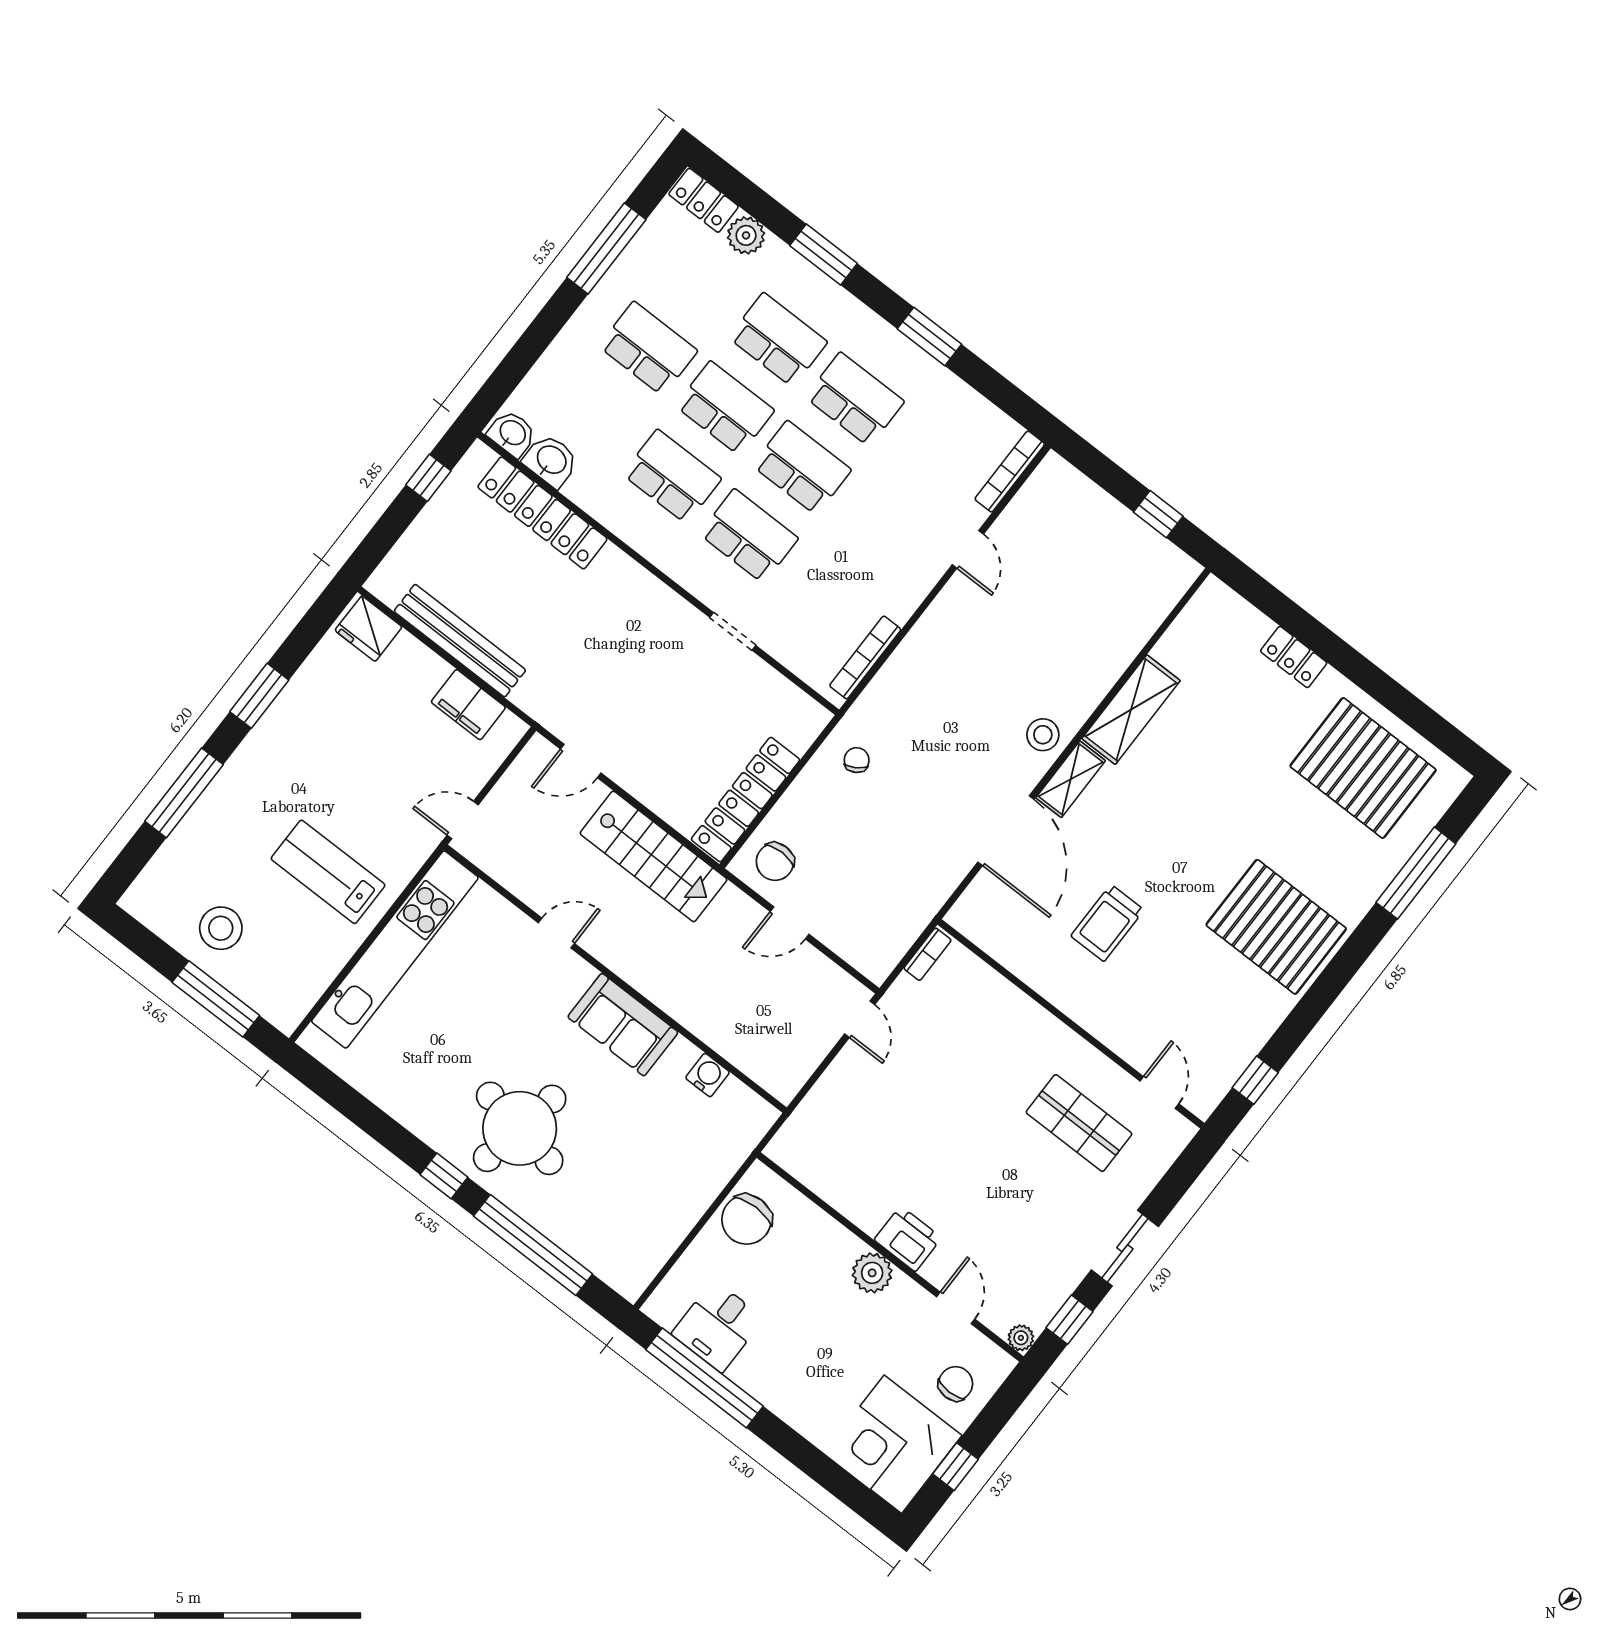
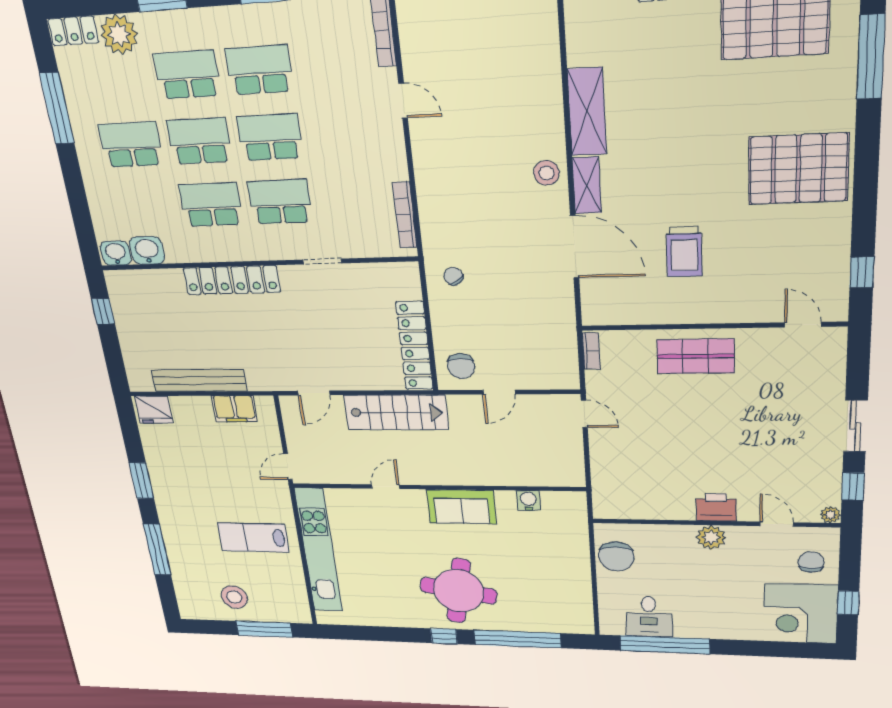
plant: (746, 235) -> (119, 34), width x1.36, depth x1.36
locker: (542, 513) -> (232, 280), moved
shop shelf: (1079, 1123) -> (696, 356), moved

